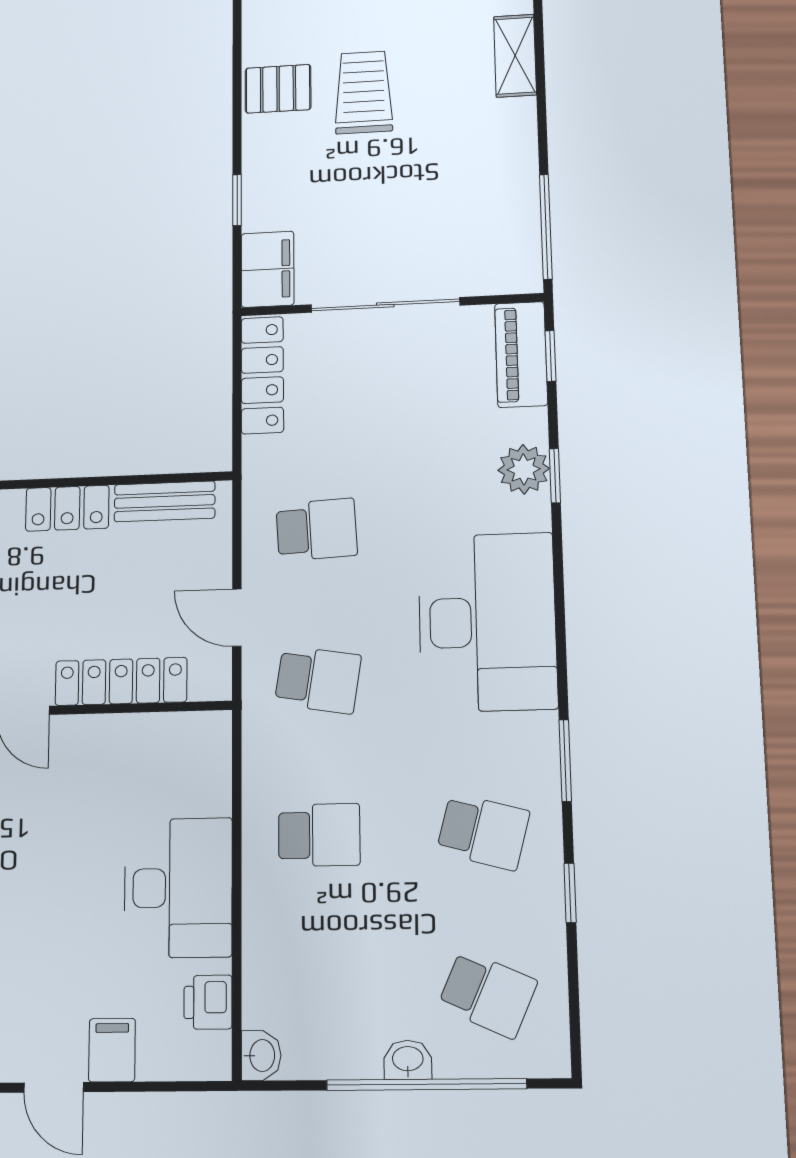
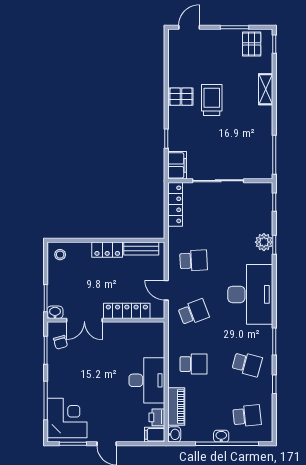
piano: (521, 354) -> (176, 406), moved, turned 180
school desk: (318, 680) -> (194, 312), turned -30
school desk: (487, 994) -> (247, 416), turned -30
filing cabinet: (112, 1050) -> (155, 435), moved, turned -90

